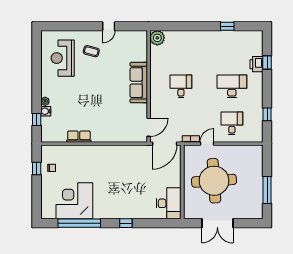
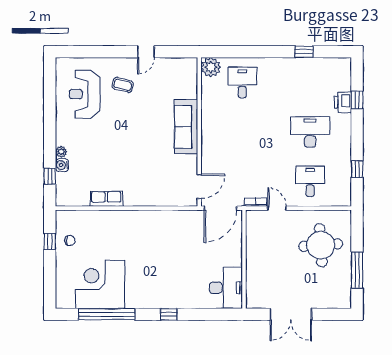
desk: (181, 86) -> (242, 83), moved
door: (207, 144) -> (277, 208), hinge flipped
round table: (214, 181) -> (321, 245), moved, width x0.73, depth x0.73

